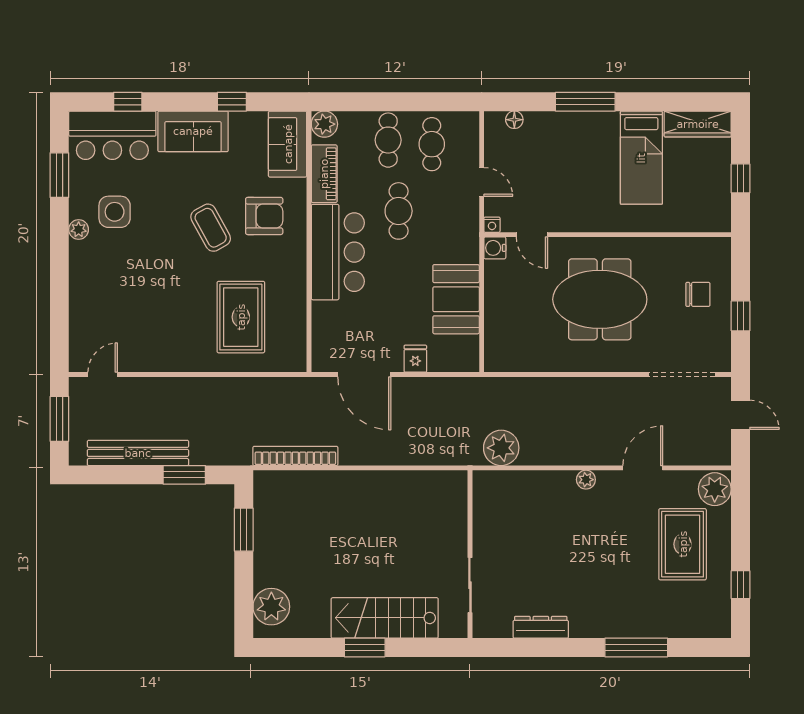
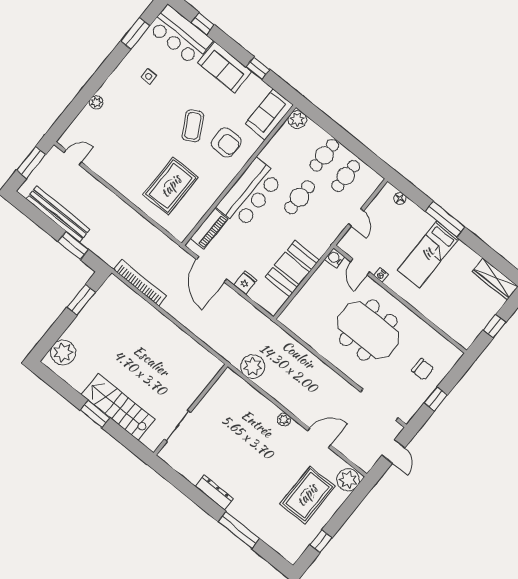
bed: (641, 158) -> (428, 254), moved
piano: (324, 174) -> (209, 229), moved
side table: (115, 212) -> (149, 76), width x0.54, depth x0.54
nightstand: (492, 225) -> (381, 275), moved
plant: (79, 230) -> (96, 102), moved
dresser: (541, 627) -> (214, 493), moved

